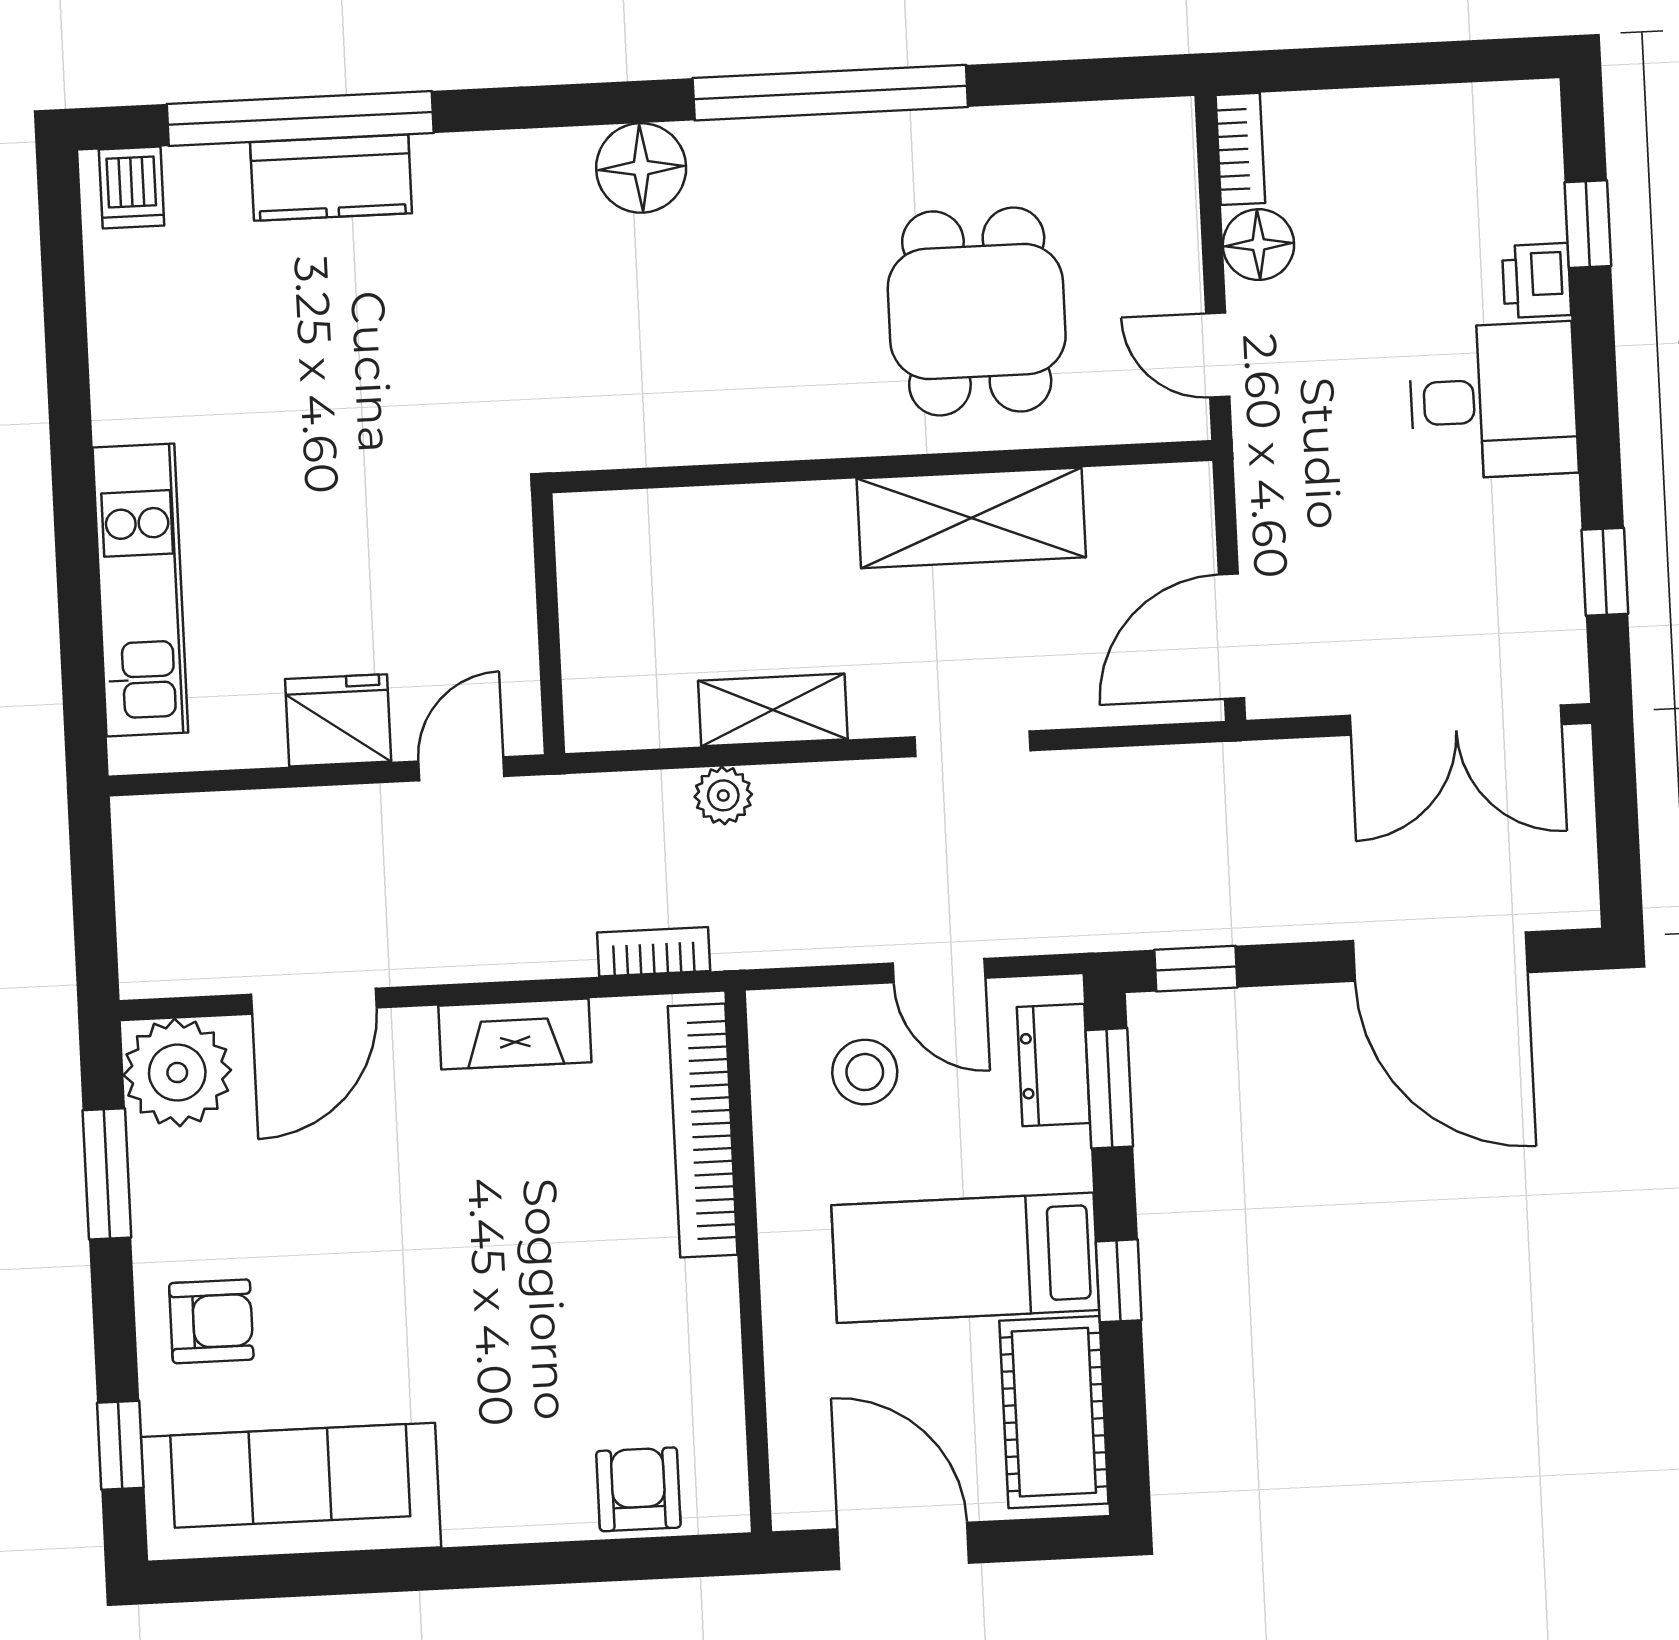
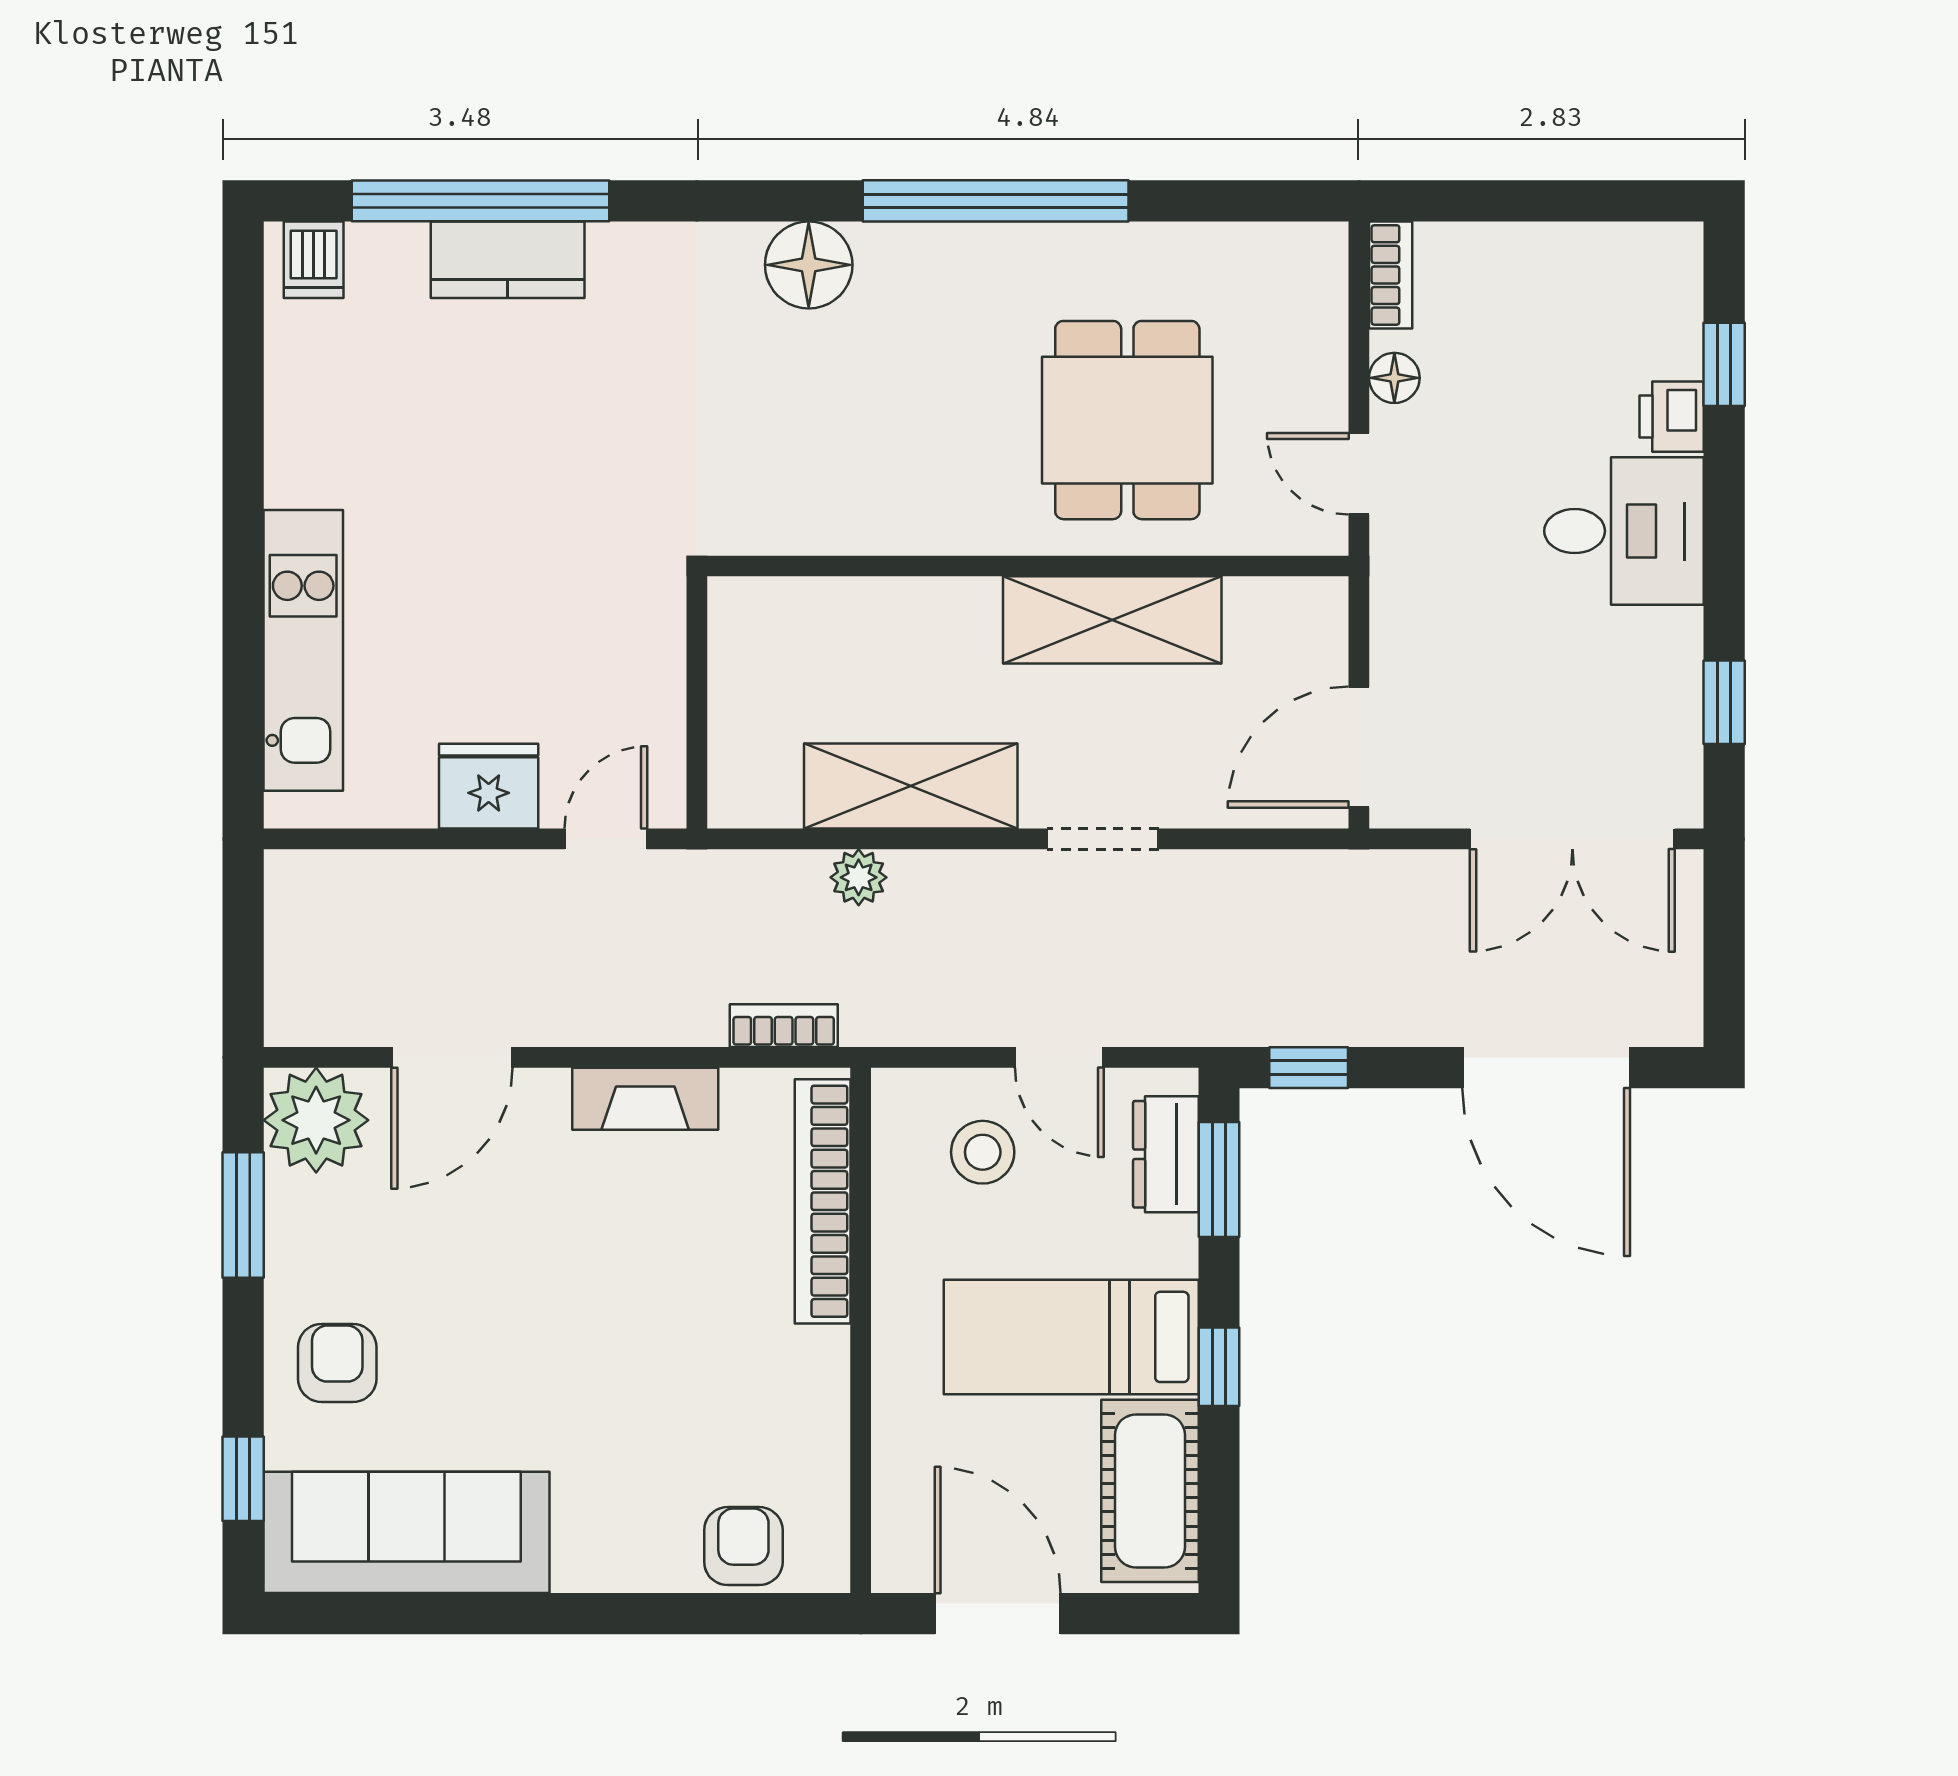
floor lamp: (1258, 245) -> (1394, 378), width x0.73, depth x0.73
shelving: (773, 710) -> (911, 786), width x1.50, depth x1.33
armchair: (211, 1321) -> (337, 1363), turned -90

